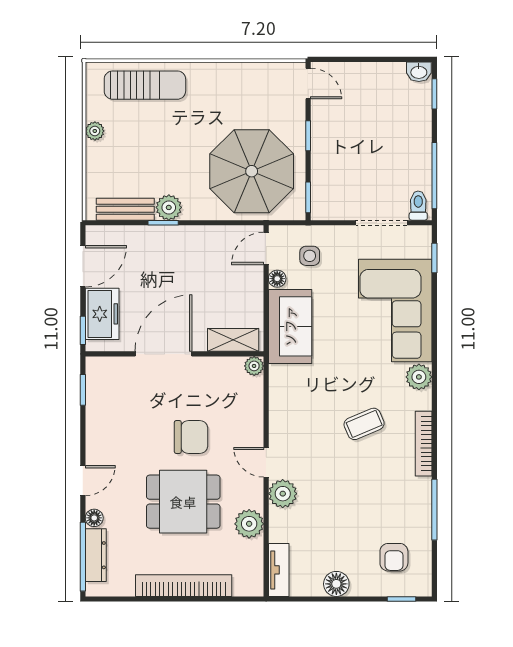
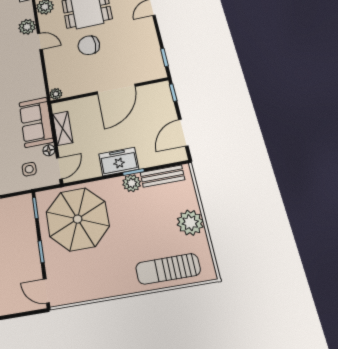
plant: (95, 131) -> (190, 223), width x1.87, depth x1.87
freezer: (102, 314) -> (119, 162), moved, turned 90
shelving: (233, 340) -> (63, 128), moved, turned 90

